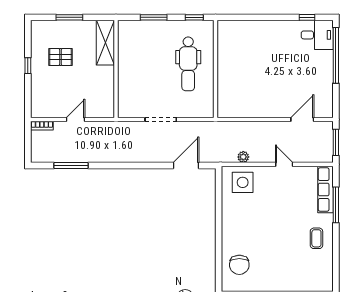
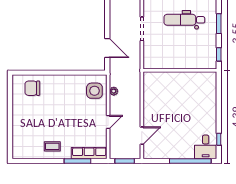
dental chair: (188, 64) -> (184, 20), moved
door: (302, 119) -> (142, 136), hinge flipped

